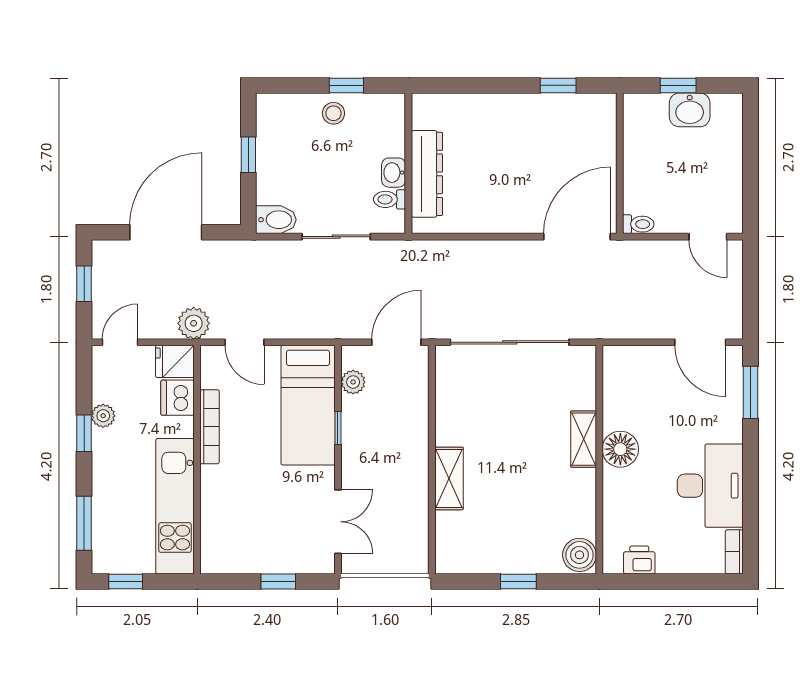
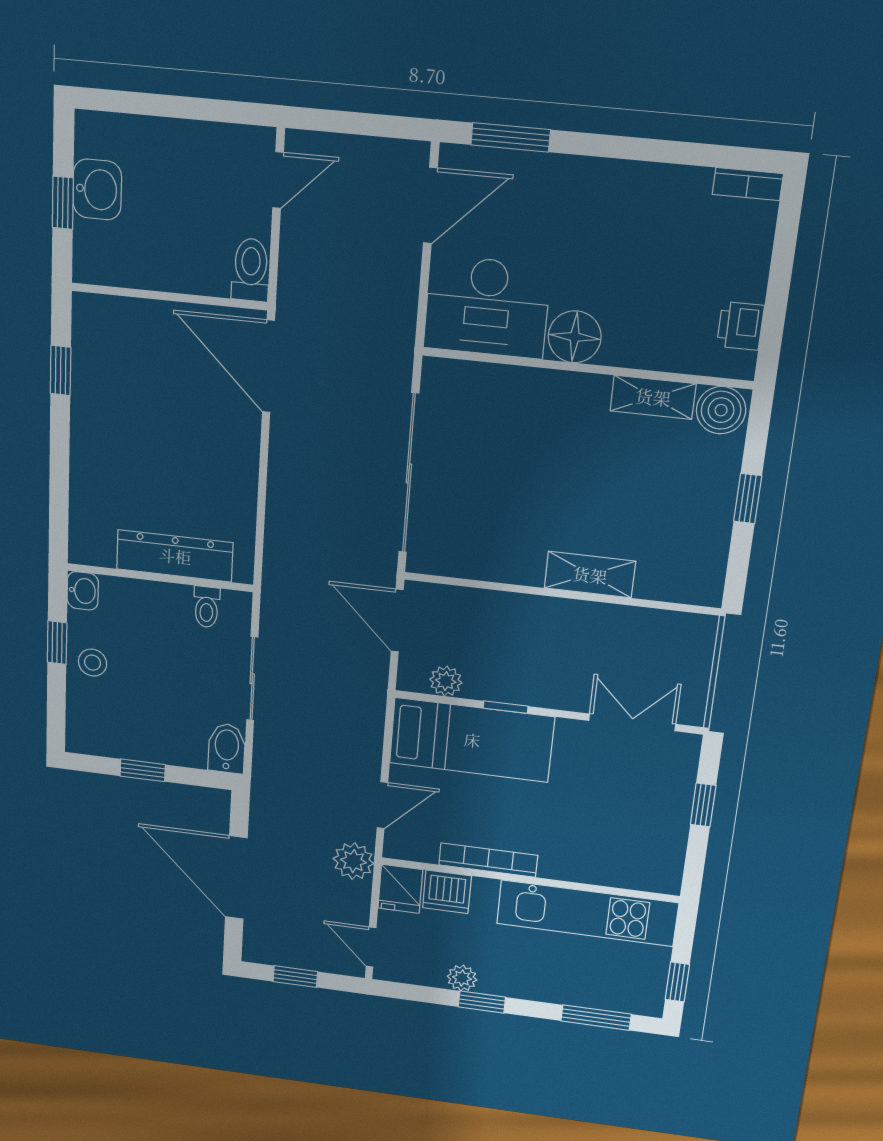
washbasin: (394, 173) -> (83, 591), moved, turned -90
toilet: (638, 224) -> (251, 270), width x1.37, depth x1.39
shelving: (584, 439) -> (653, 397), moved
desk: (710, 486) -> (487, 307), moved, turned 180

